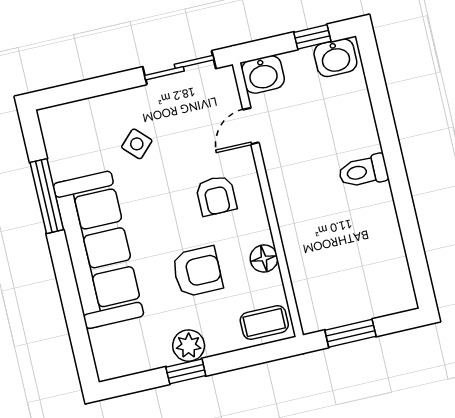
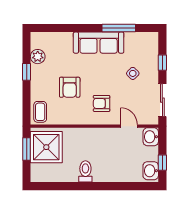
window: (99, 86) -> (162, 63), added
toilet: (363, 171) -> (85, 171), moved
sofa: (98, 250) -> (99, 43), width x0.74, depth x0.79
floor lamp: (264, 258) -> (69, 118), removed
shower: (337, 292) -> (46, 147), added
plant: (189, 346) -> (38, 57), moved

